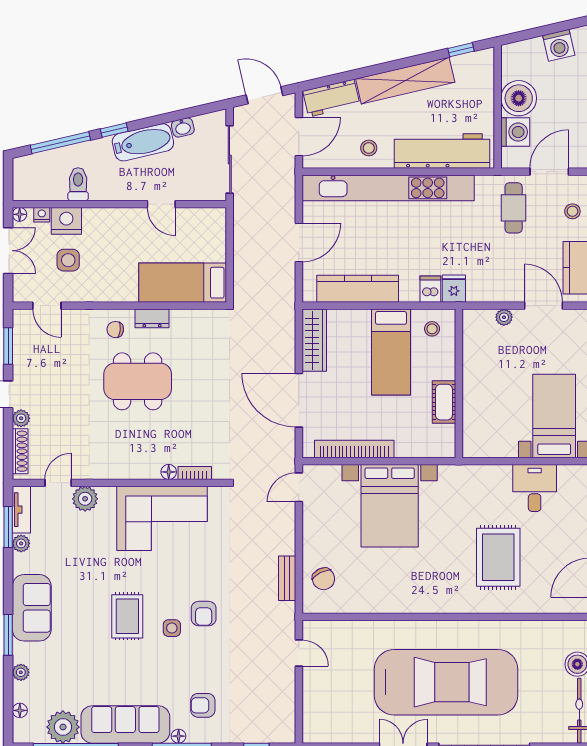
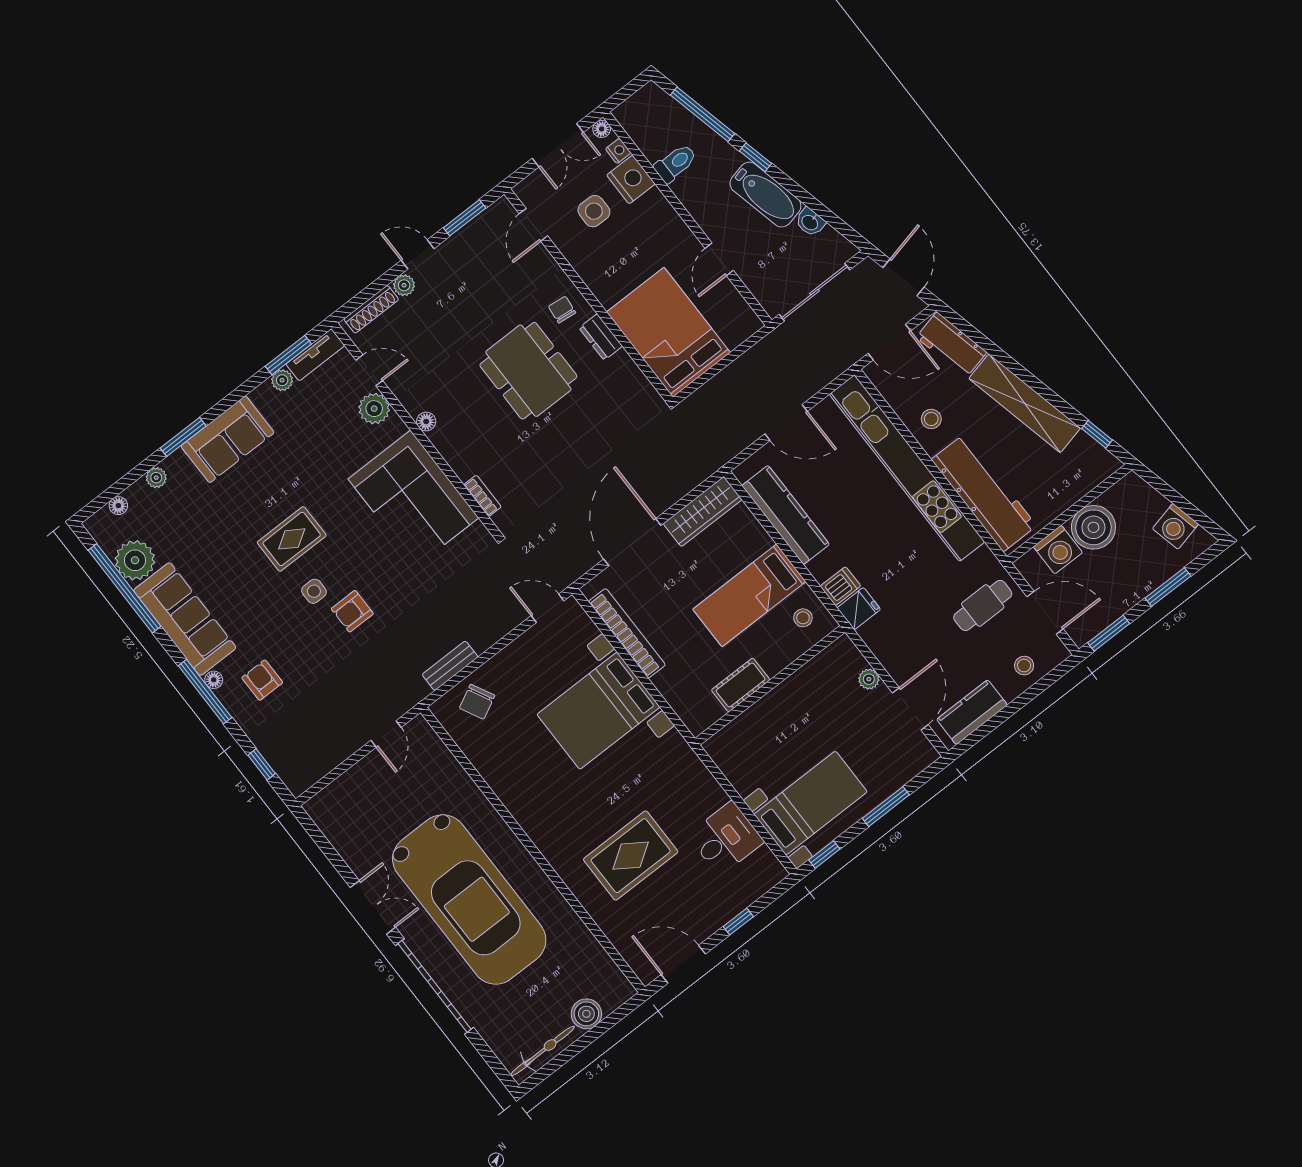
bed: (183, 283) -> (668, 332), width x1.50
floor lamp: (169, 472) -> (426, 422), moved

